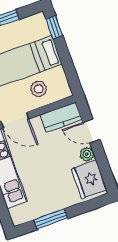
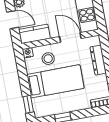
nightstand: (66, 92) -> (28, 53), added

